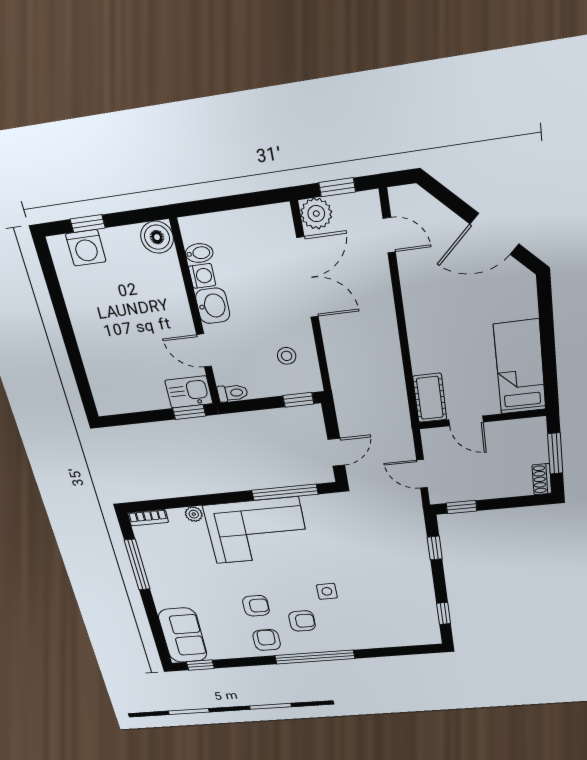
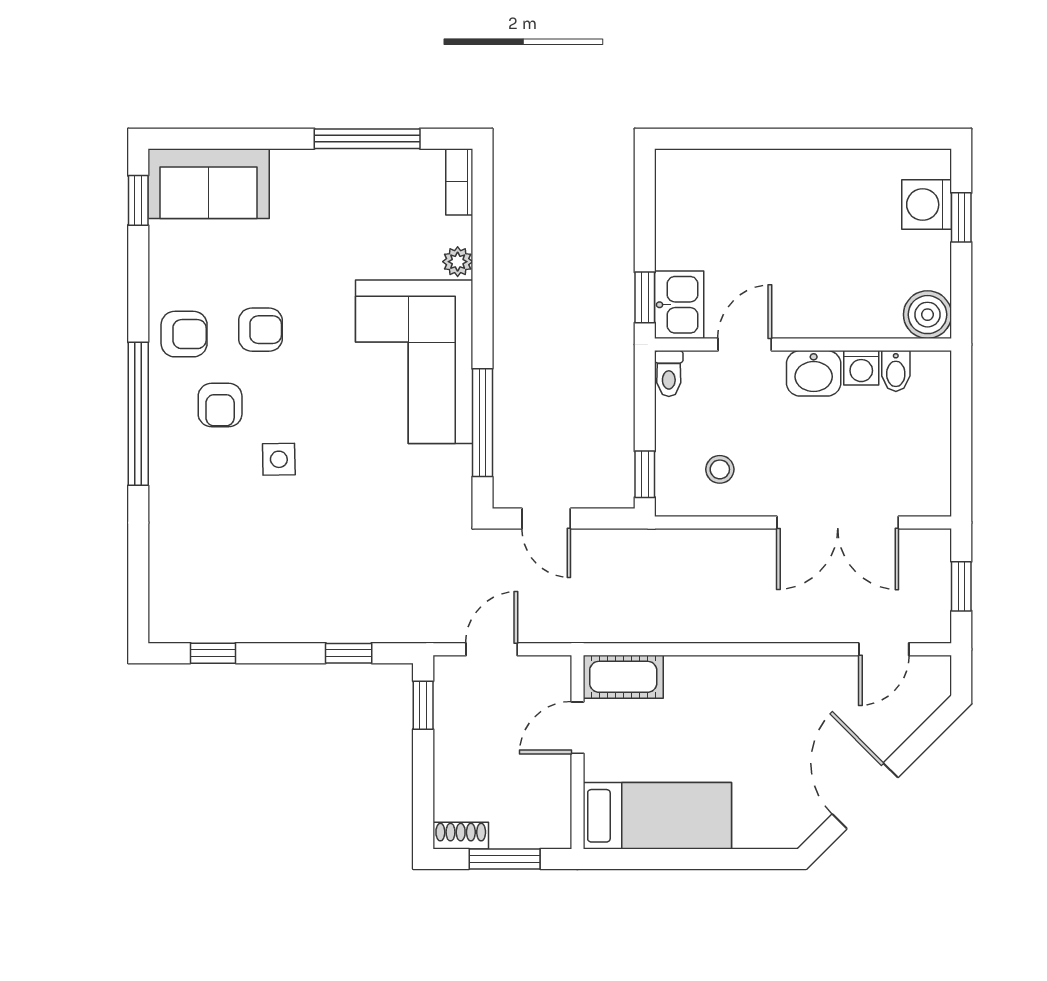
plant: (316, 214) -> (929, 551), removed
armchair: (256, 606) -> (260, 330), turned -90

